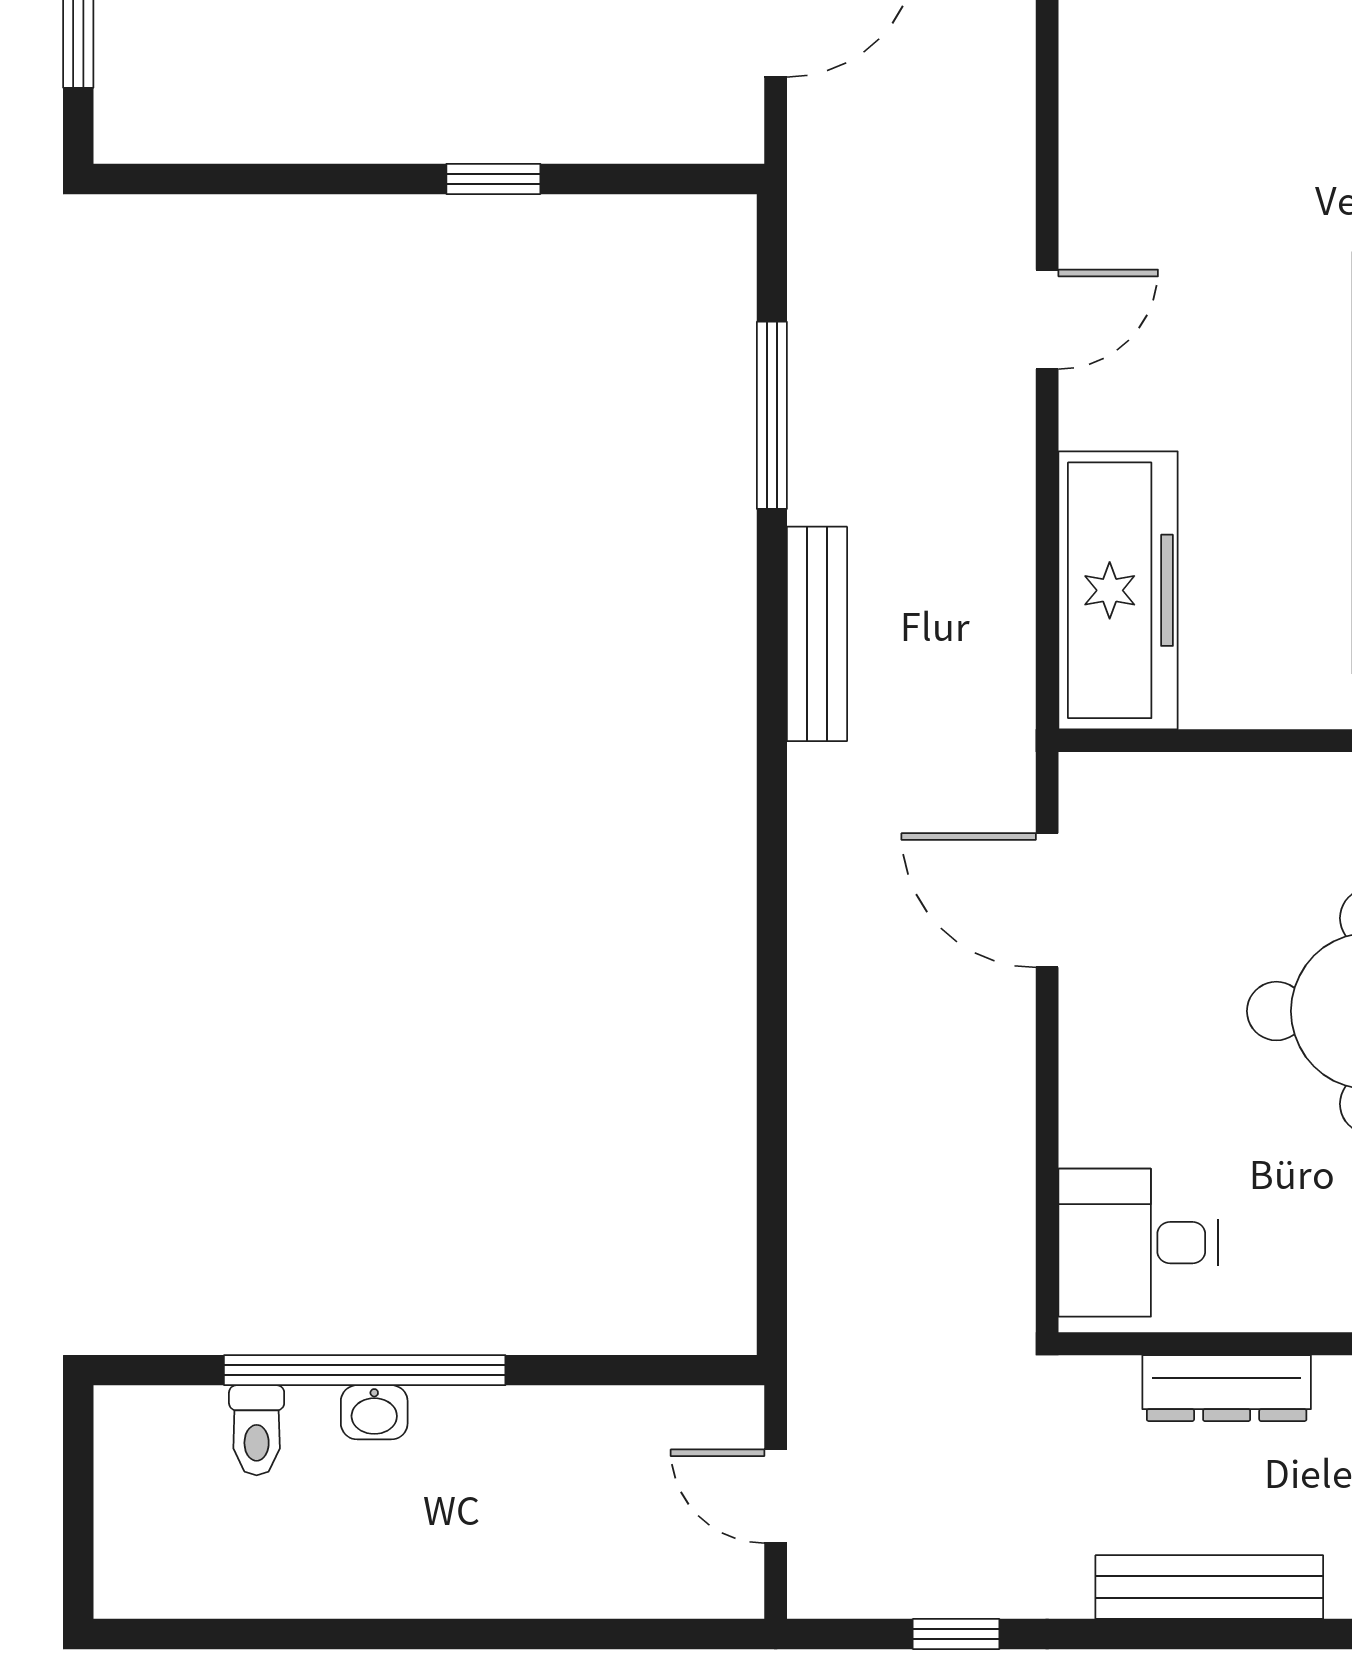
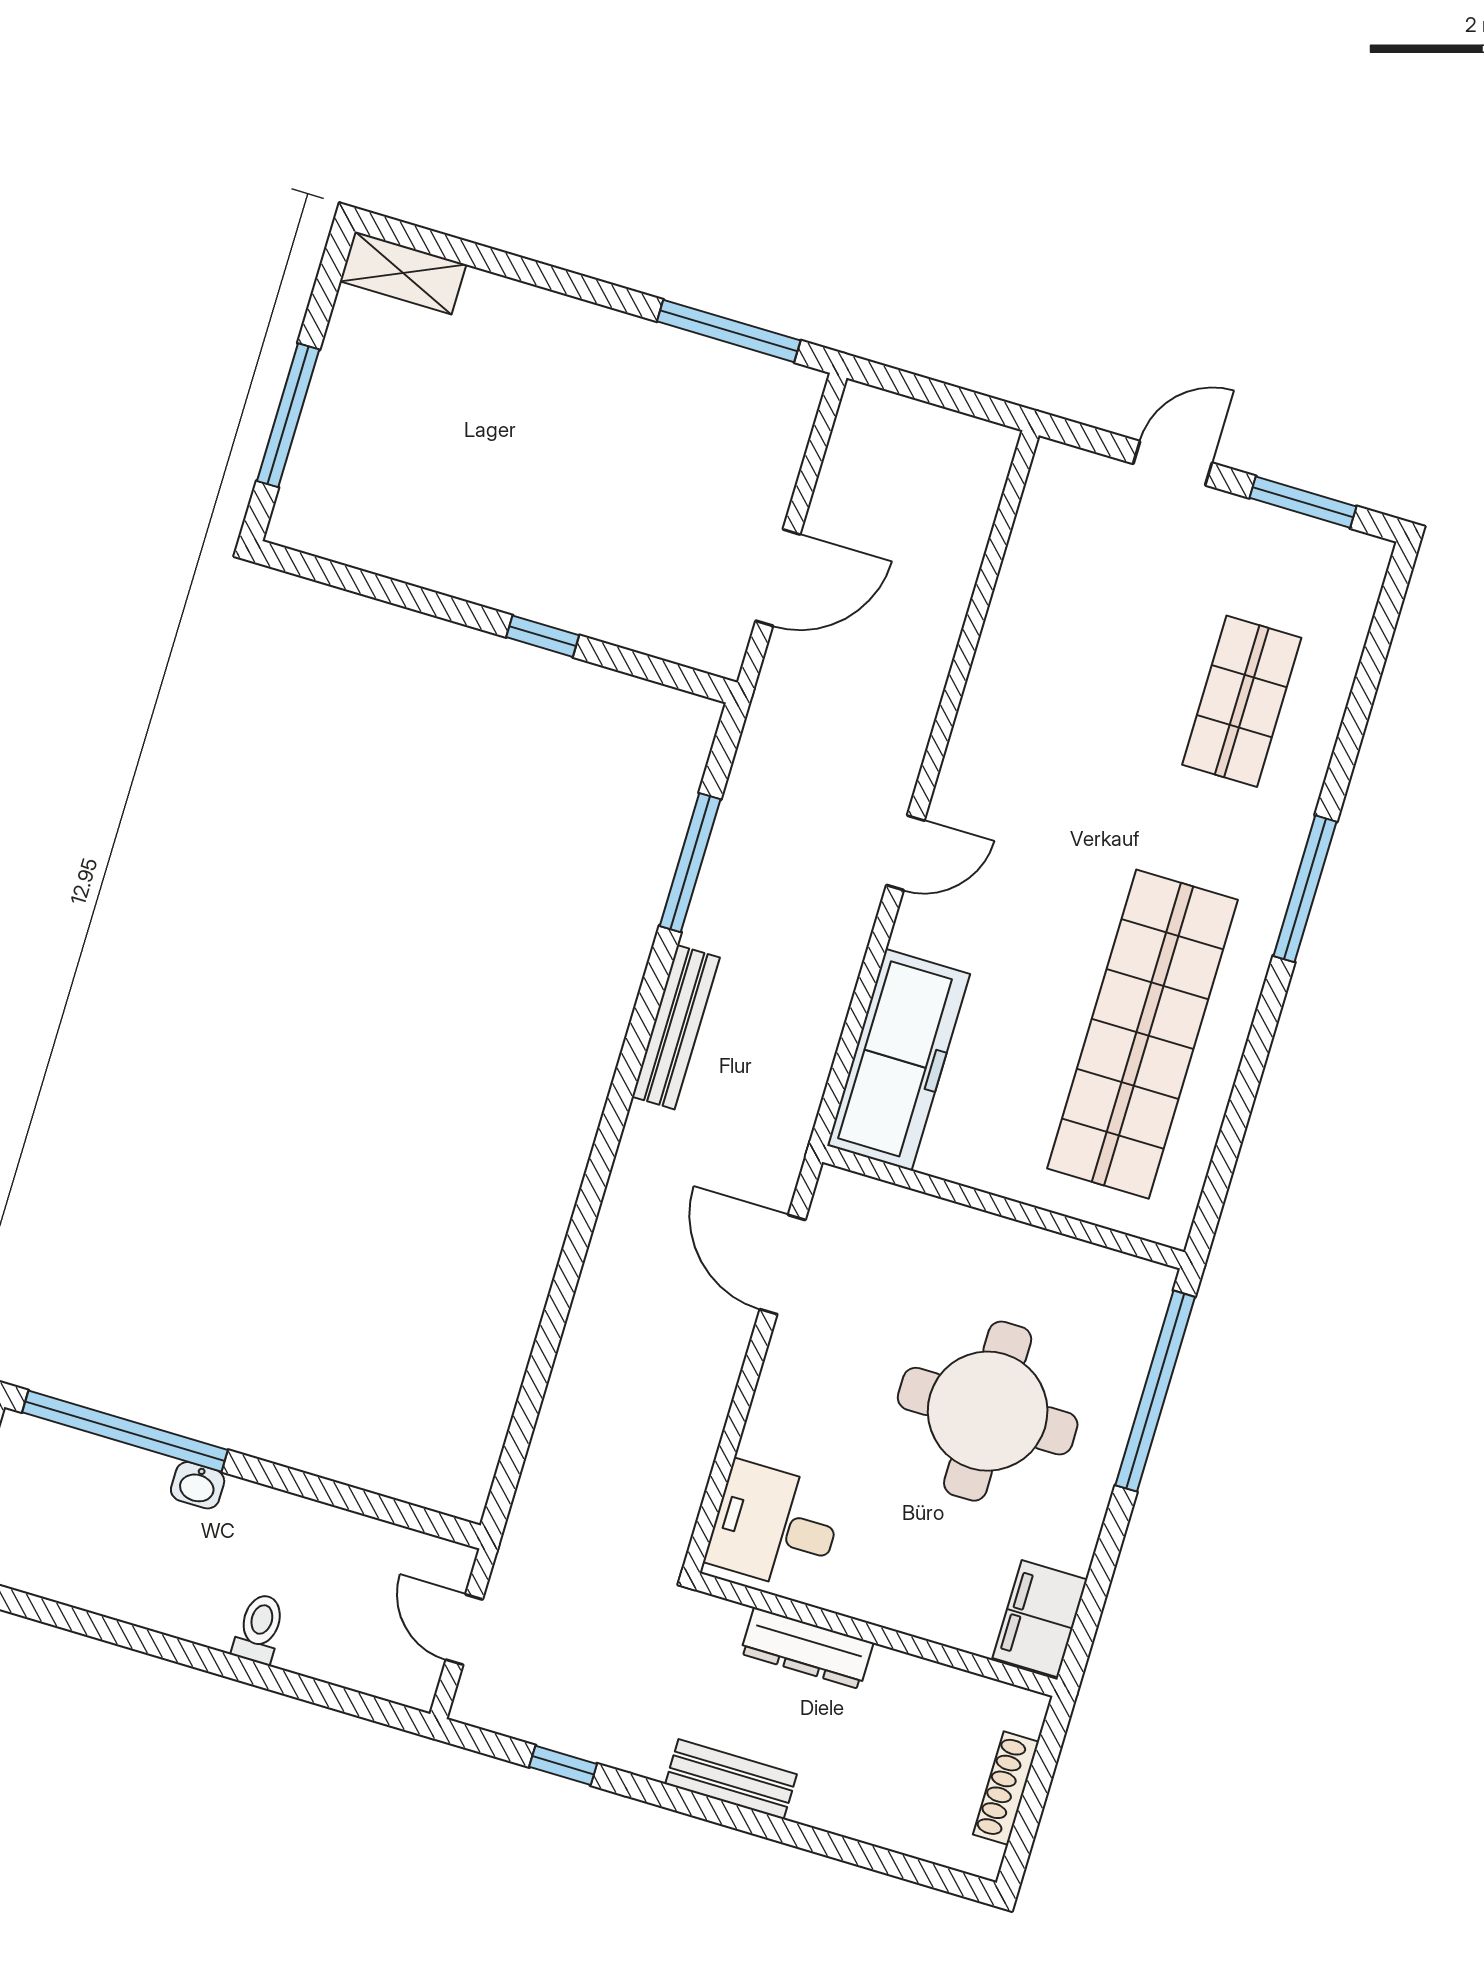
window: (365, 1370) -> (125, 1431), moved
toilet: (257, 1430) -> (259, 1628), moved, turned 180
bench: (1209, 1587) -> (731, 1779), width x0.73

